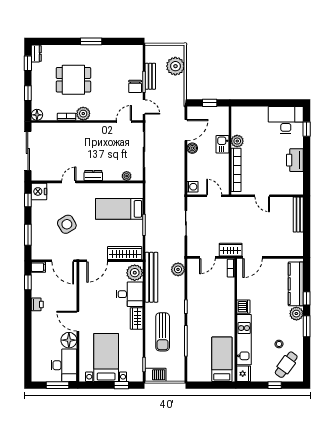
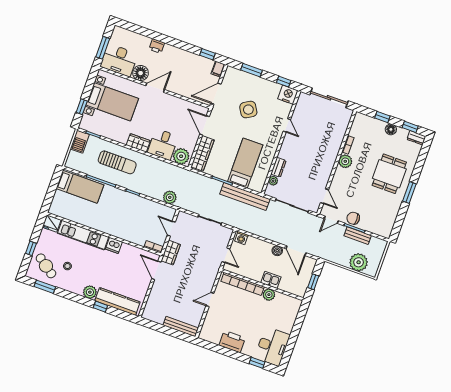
dining table: (73, 80) -> (389, 174), moved
floor lamp: (37, 115) -> (391, 129), moved
dresser: (93, 176) -> (278, 167), moved
door: (214, 196) -> (226, 255), hinge flipped
bench: (151, 277) -> (245, 197), moved
printer: (37, 304) -> (157, 46), moved
window: (307, 326) -> (45, 287), moved
sun lounger: (163, 332) -> (117, 162), turned 180
bed: (222, 359) -> (80, 187), moved

